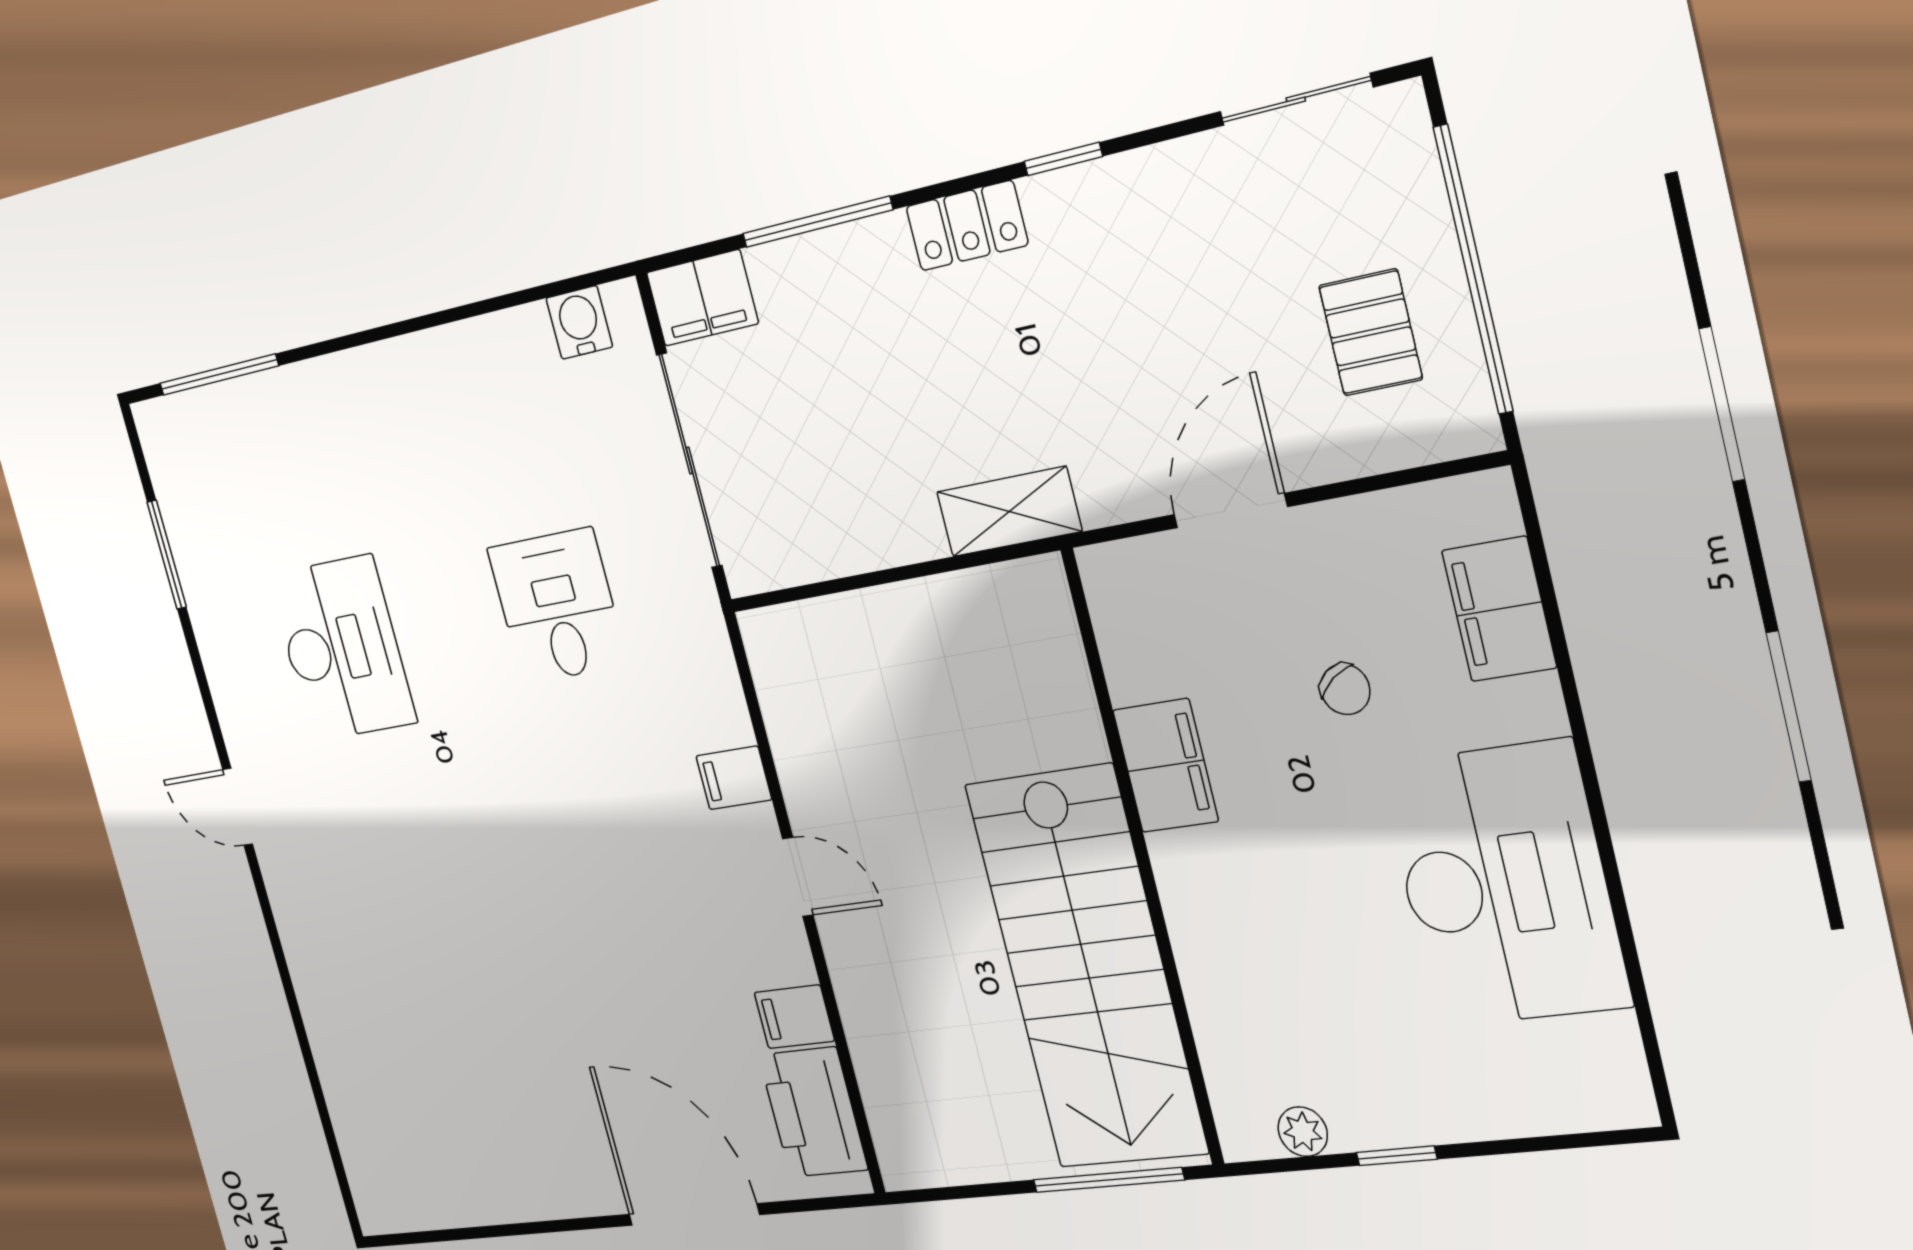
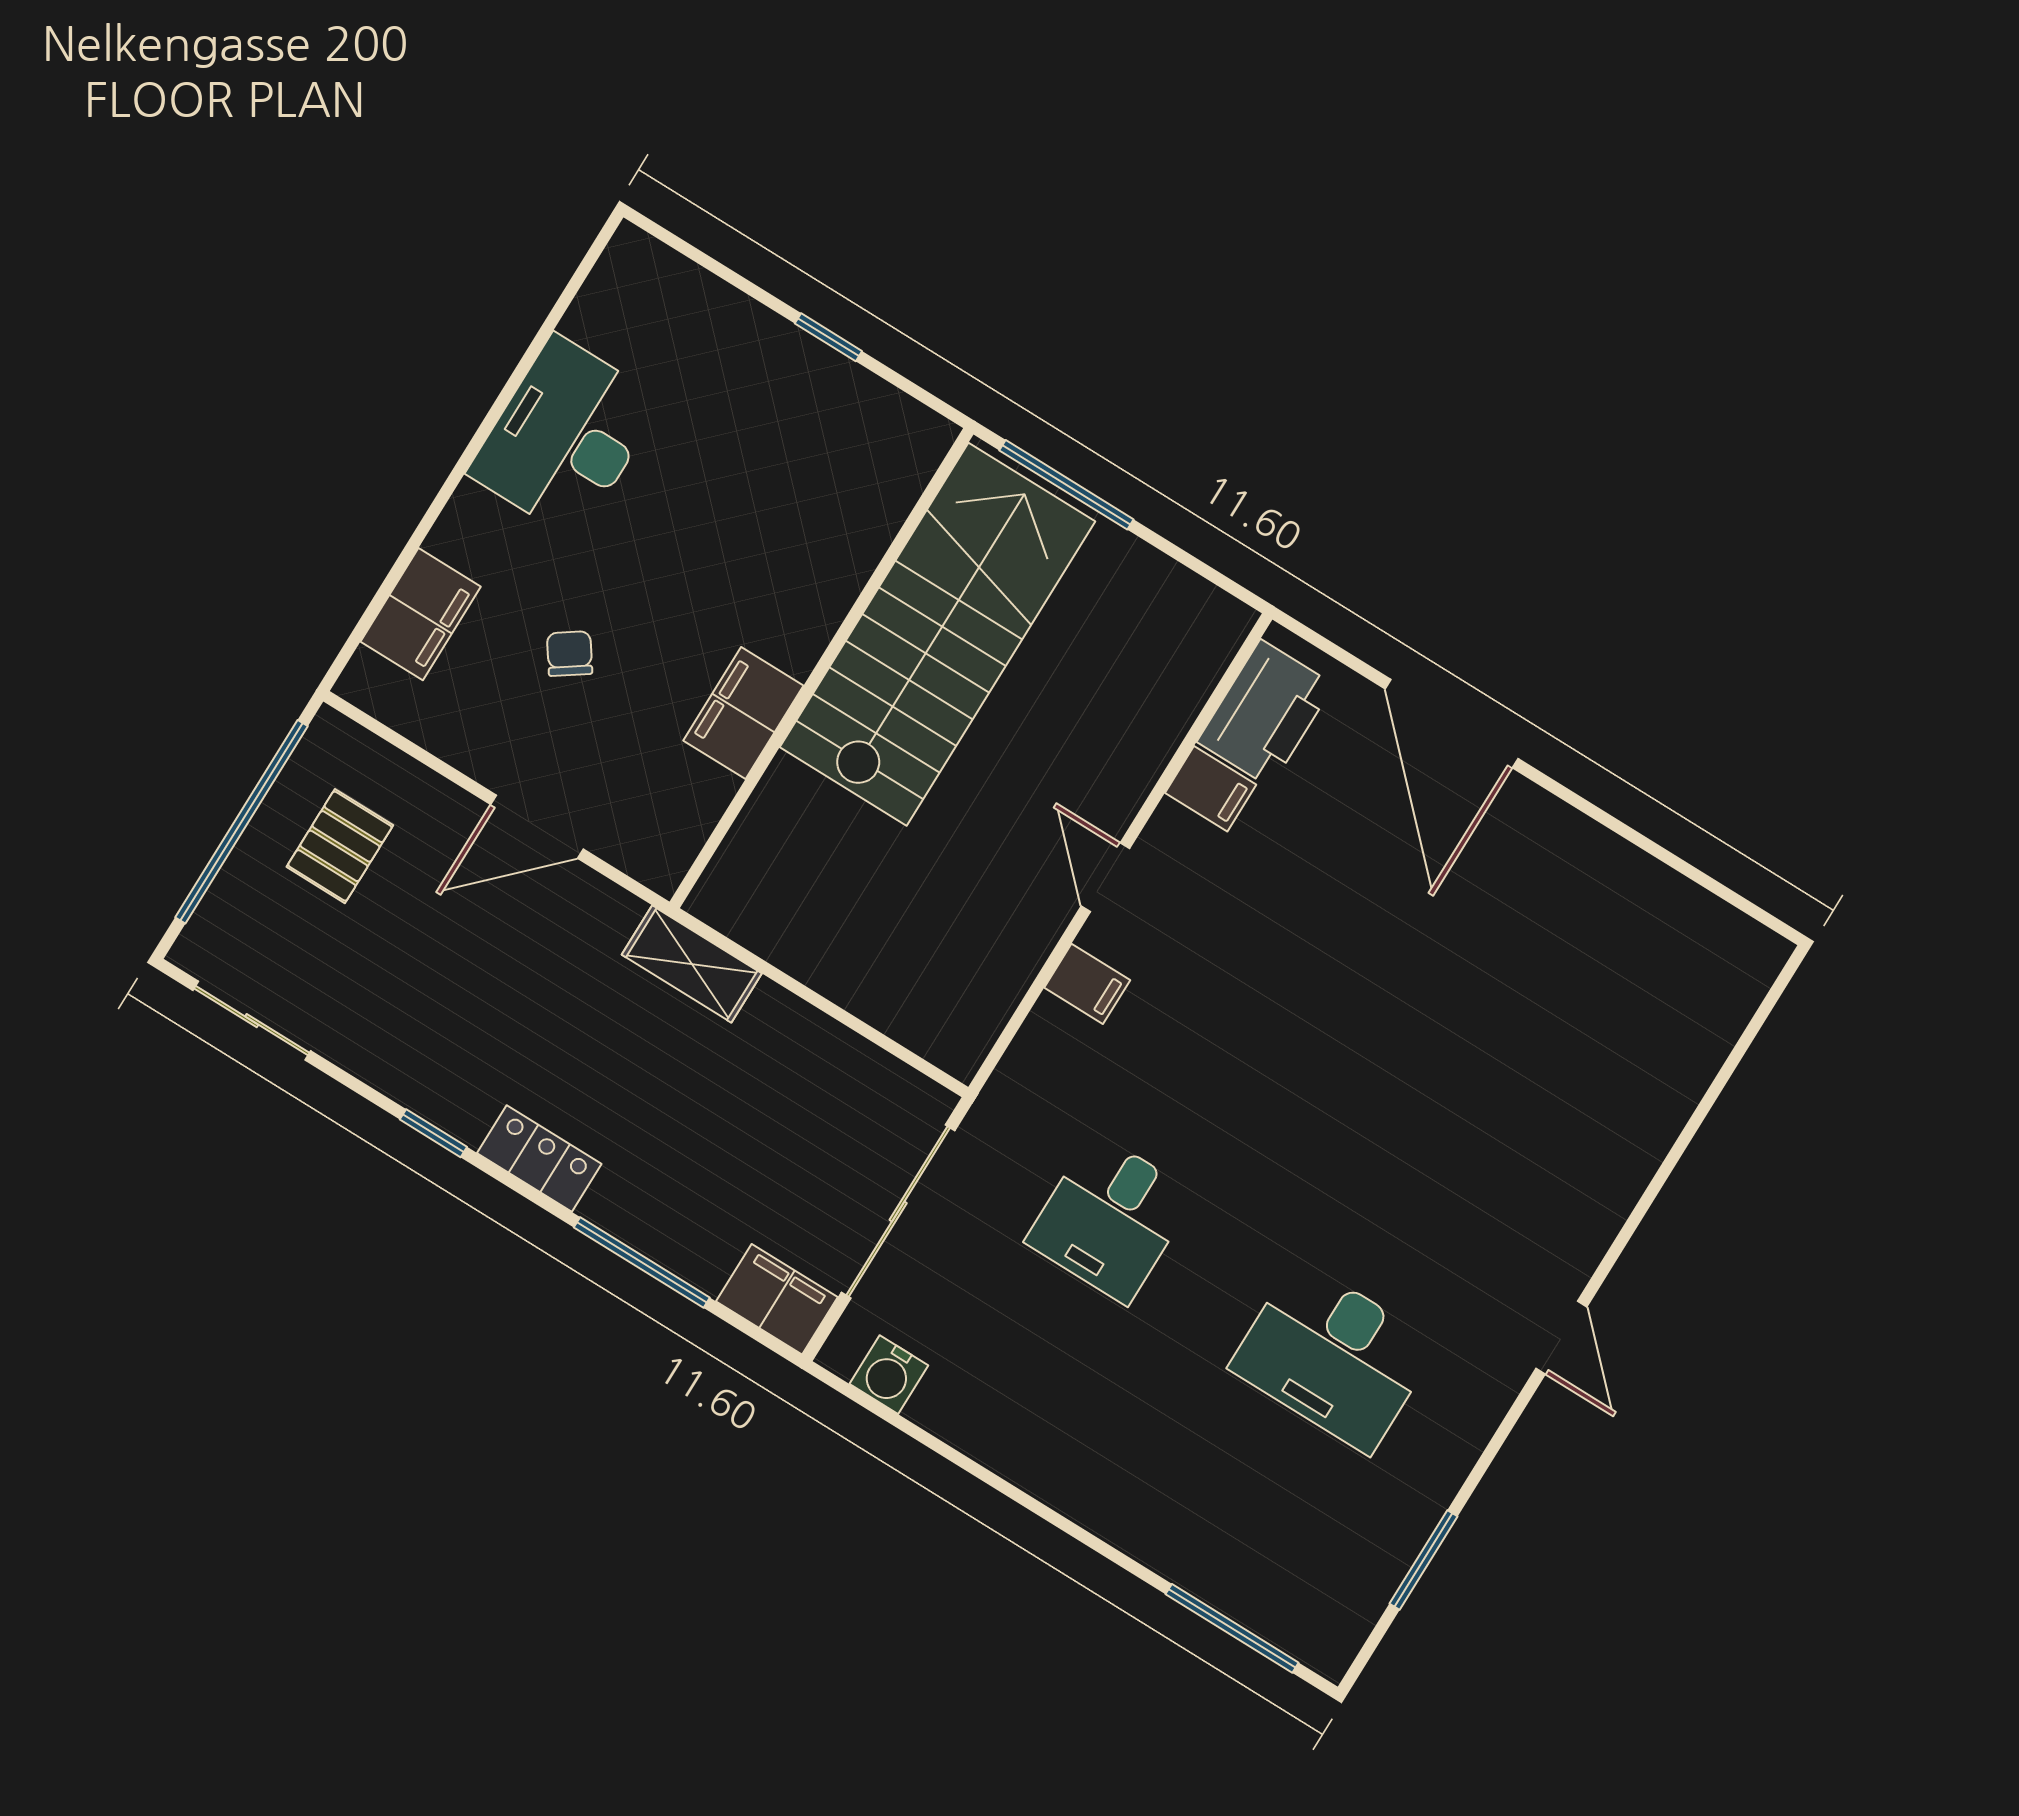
desk: (342, 649) -> (1333, 1356), turned -90
desk: (1505, 885) -> (565, 437), width x0.73, depth x0.77
plant: (1303, 1132) -> (882, 404), removed

